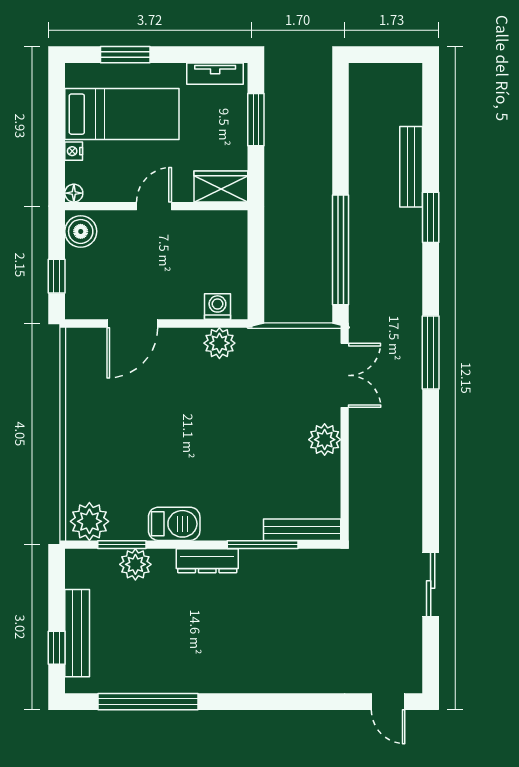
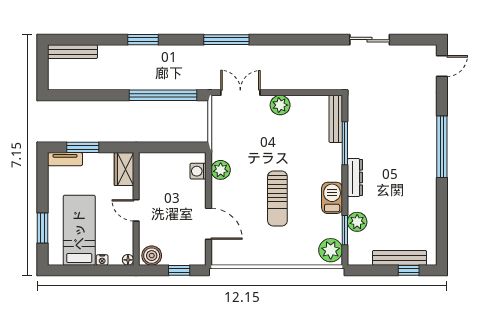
tv unit: (215, 74) -> (65, 159), moved, turned 90
bench: (411, 167) -> (73, 52), moved
sun lounger: (173, 435) -> (277, 199), added
window: (148, 702) -> (442, 147), moved

